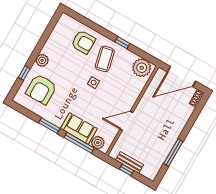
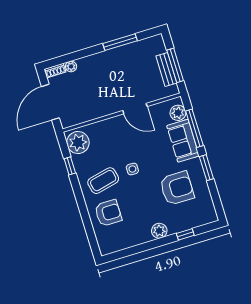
armchair: (83, 42) -> (108, 213), turned 90
window: (122, 43) -> (70, 166), moved
door: (181, 77) -> (50, 102), swing flipped
armchair: (41, 89) -> (177, 188), moved
plant: (189, 110) -> (71, 66), added
window: (127, 170) -> (175, 65), width x2.17

